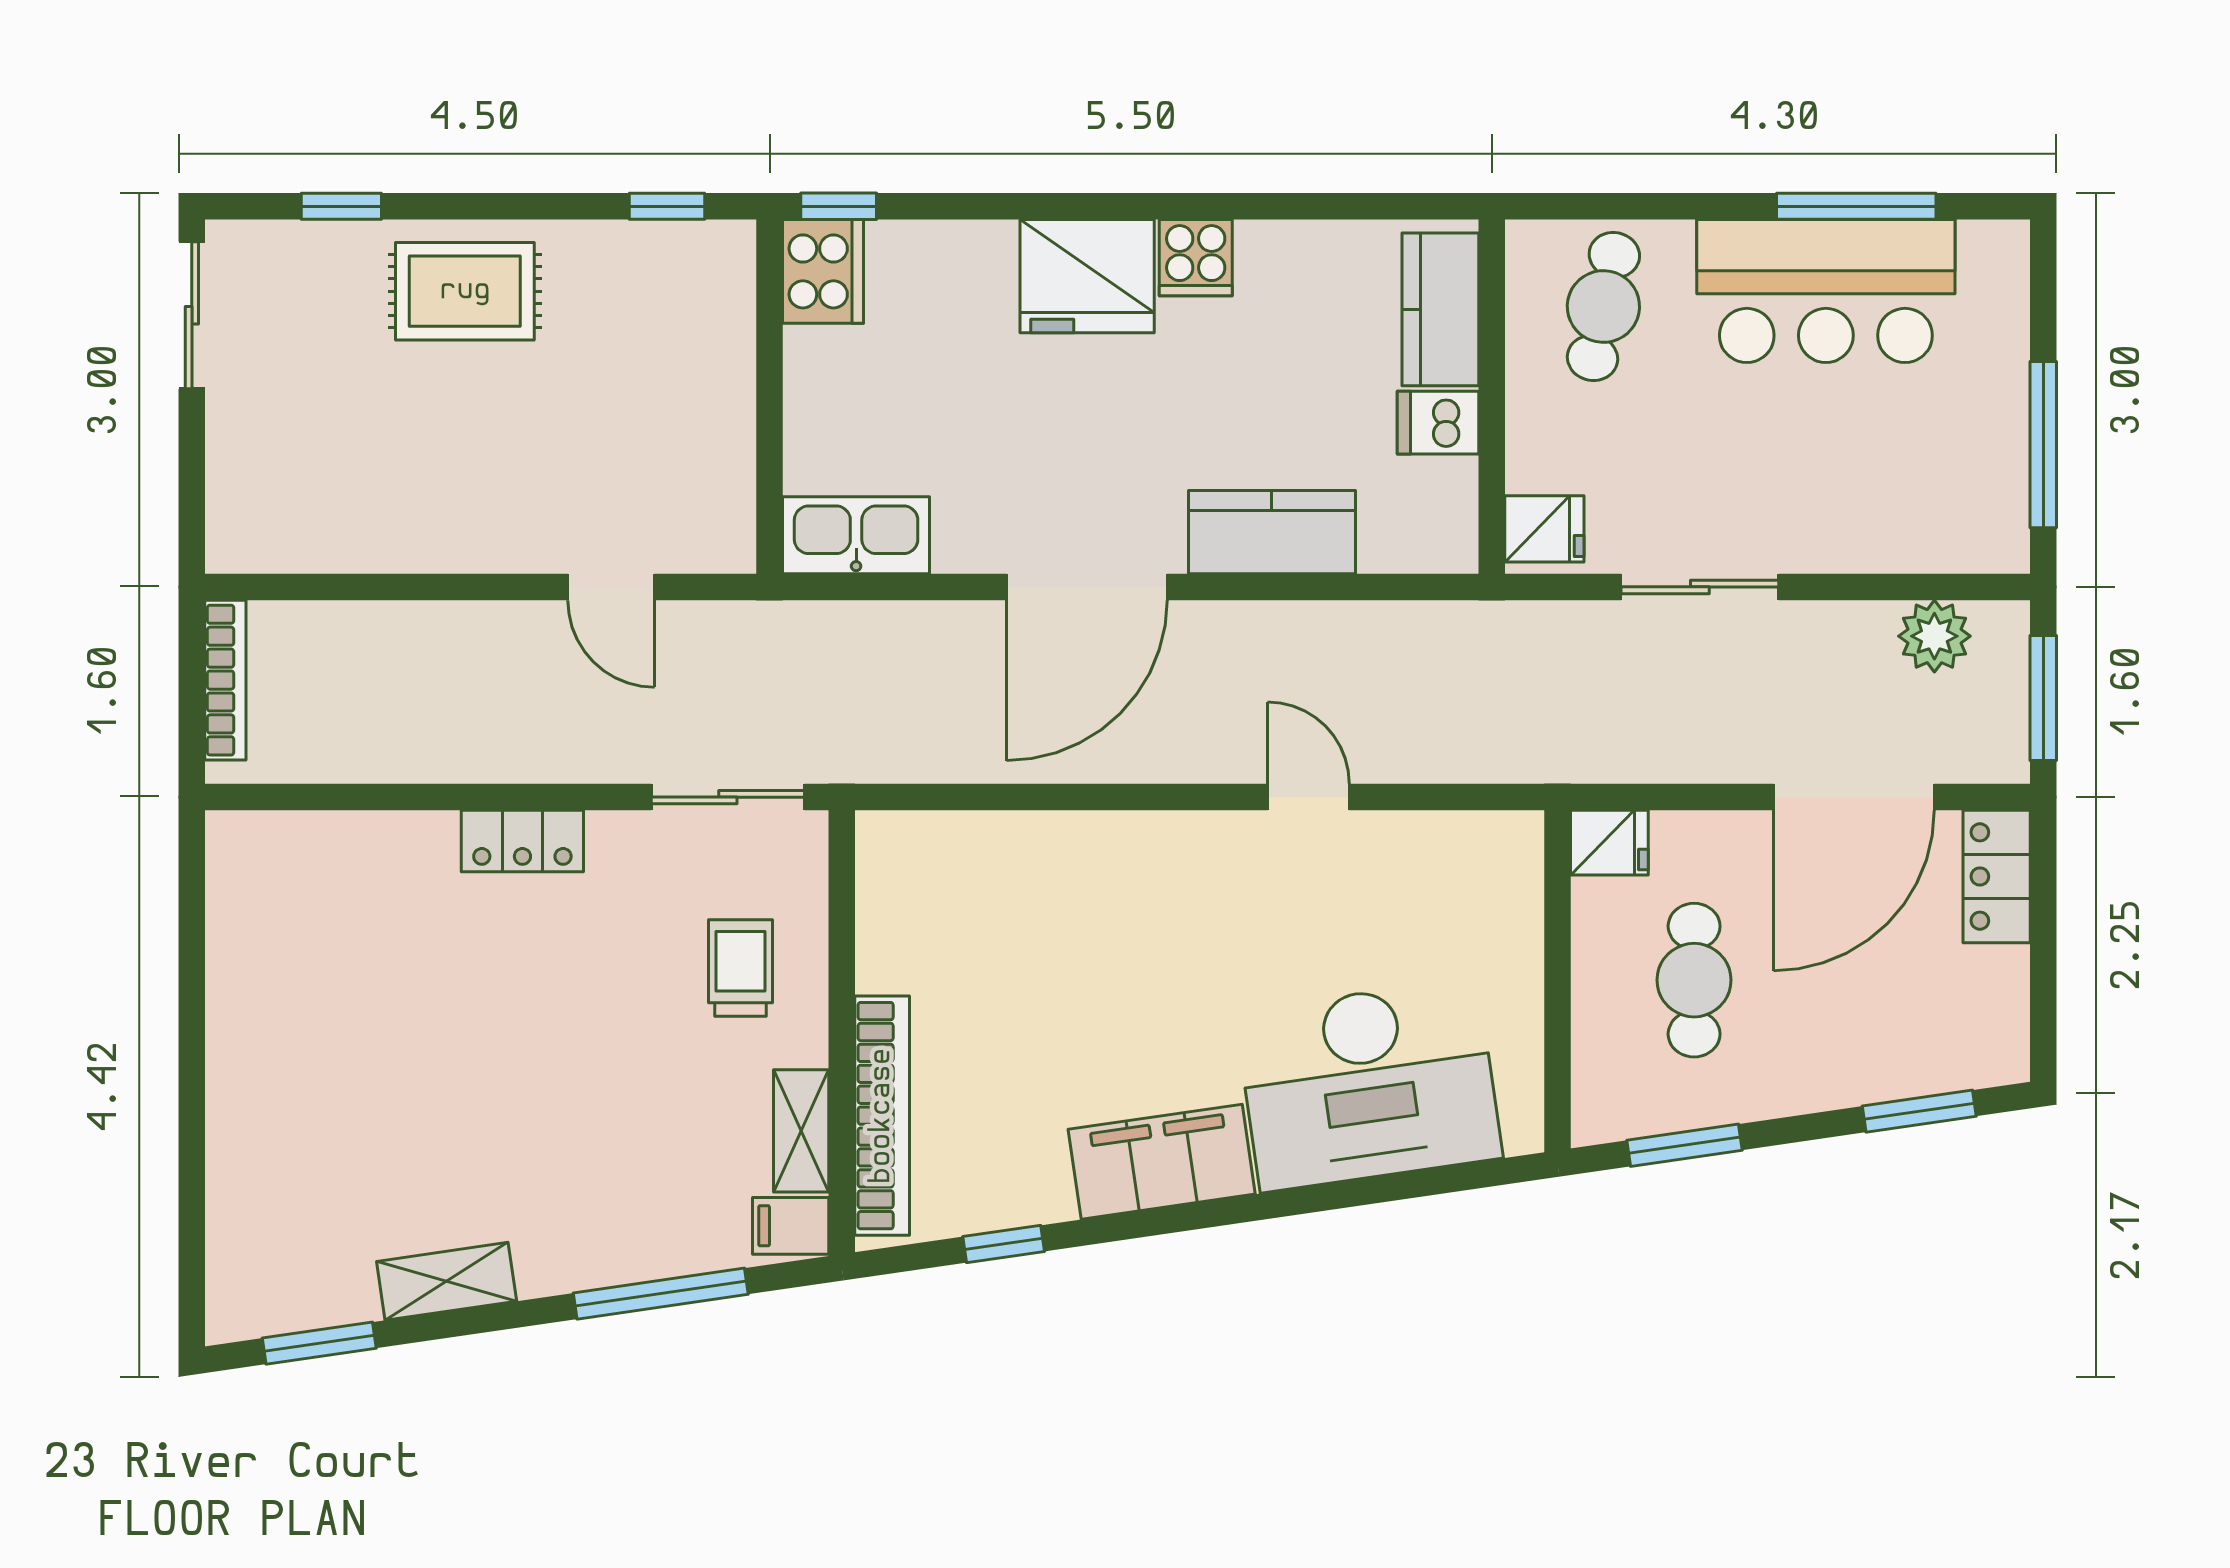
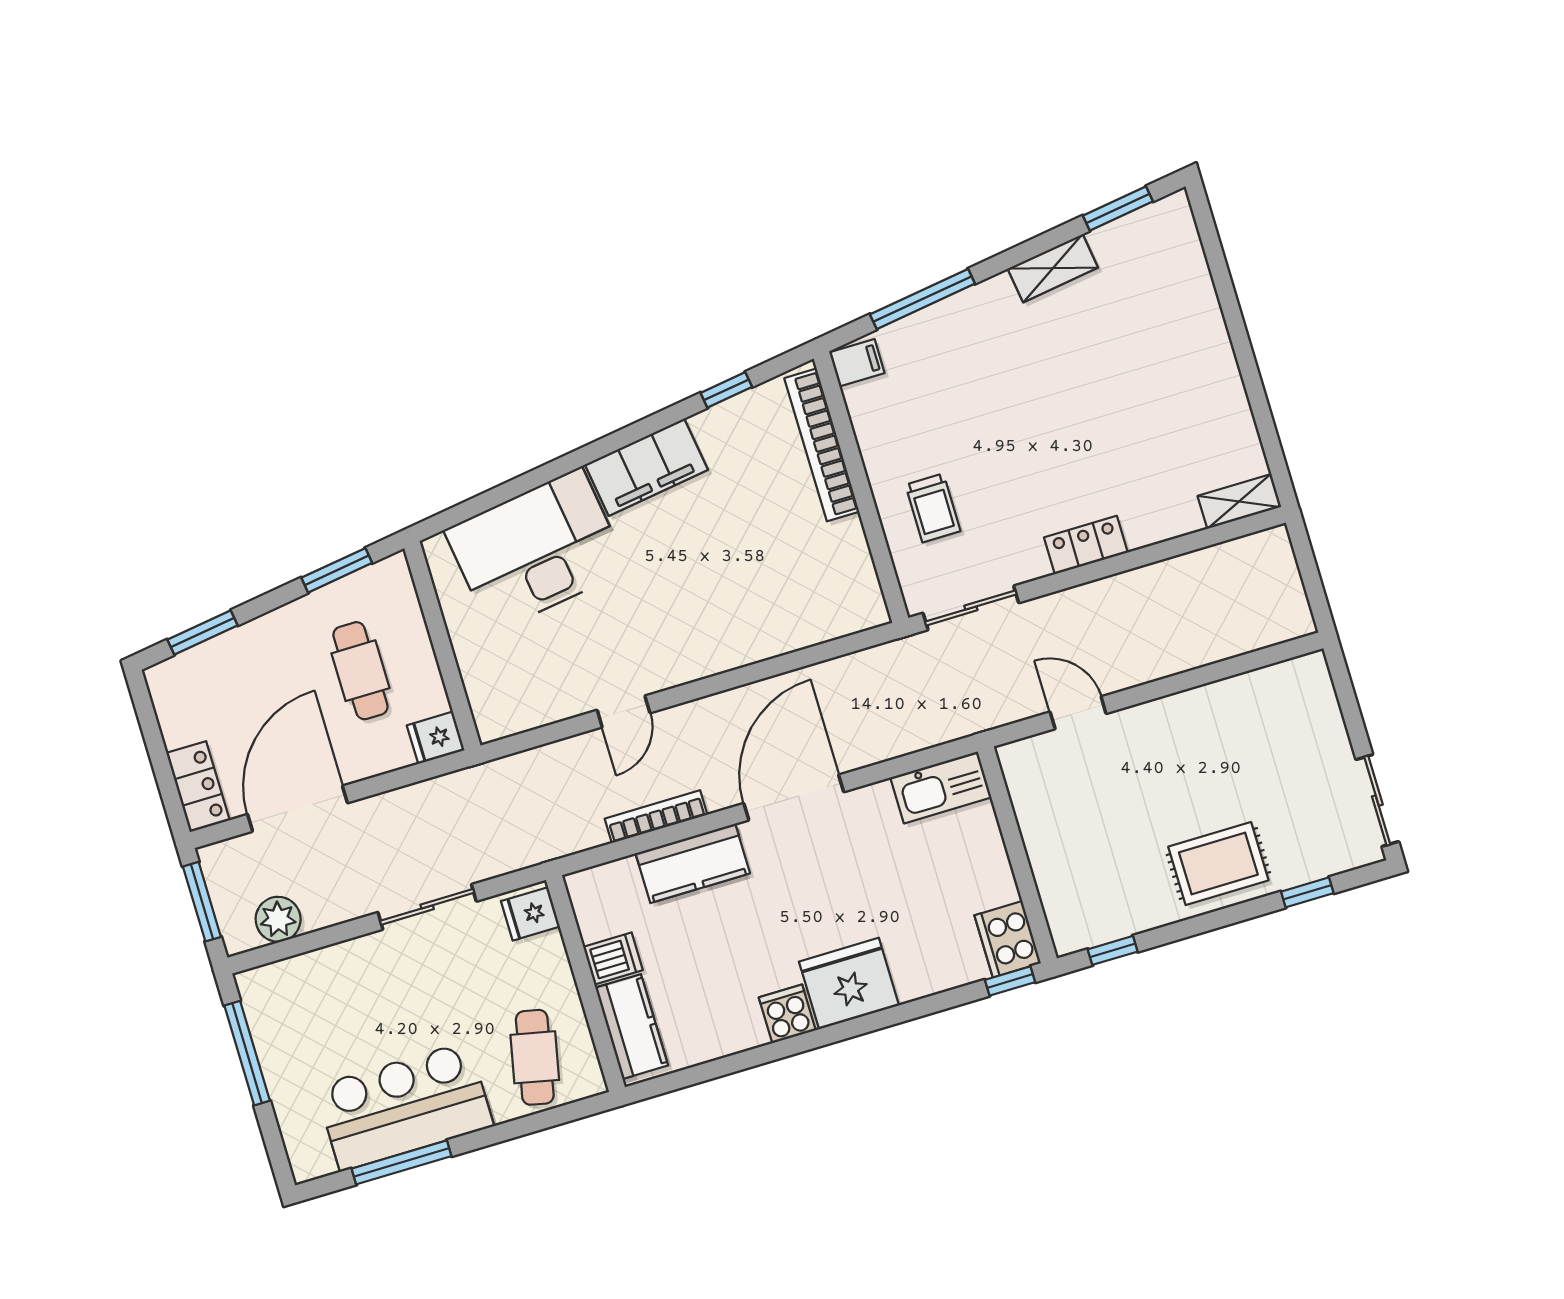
bookcase: (225, 680) -> (656, 817), moved, turned 90
door: (1309, 797) -> (624, 711), hinge flipped
shelving: (801, 1131) -> (1239, 501), moved, turned 90

